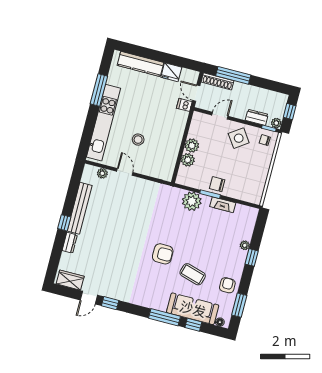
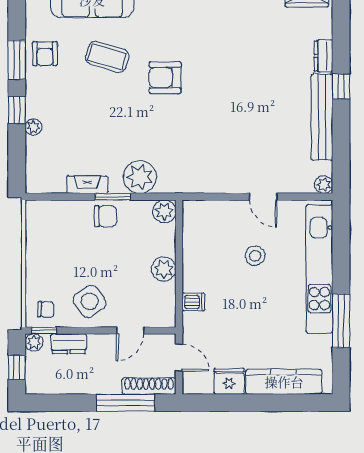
dishwasher: (184, 105) -> (194, 302), moved
plant: (188, 160) -> (164, 211), moved
plant: (102, 173) -> (324, 185), moved
window: (239, 305) -> (17, 60), moved

